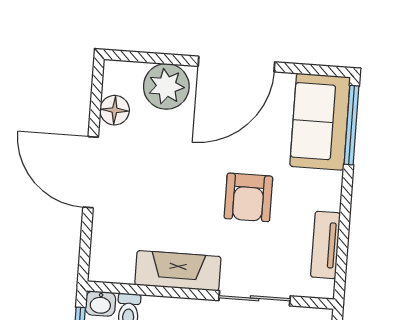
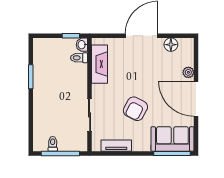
plant: (166, 86) -> (188, 72), width x0.53, depth x0.53
armchair: (248, 197) -> (135, 109), turned -62
fireplace: (178, 271) -> (100, 64), moved

